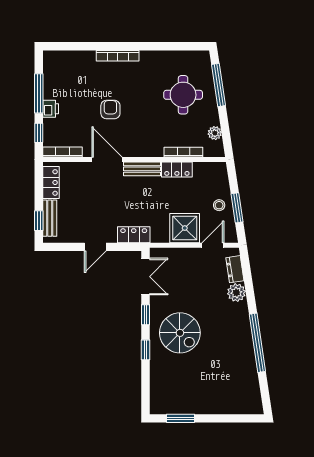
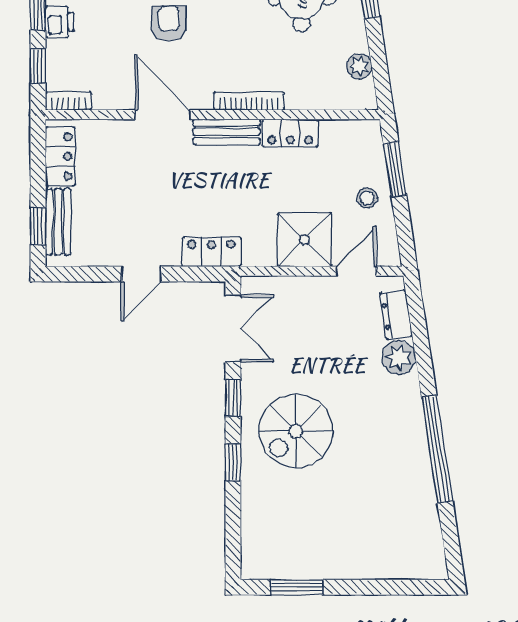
bookcase: (62, 152) -> (68, 101), width x0.64
bookcase: (183, 152) -> (249, 101), moved
window: (237, 208) -> (395, 170), moved
spiral stairs: (180, 333) -> (296, 431), turned 90

